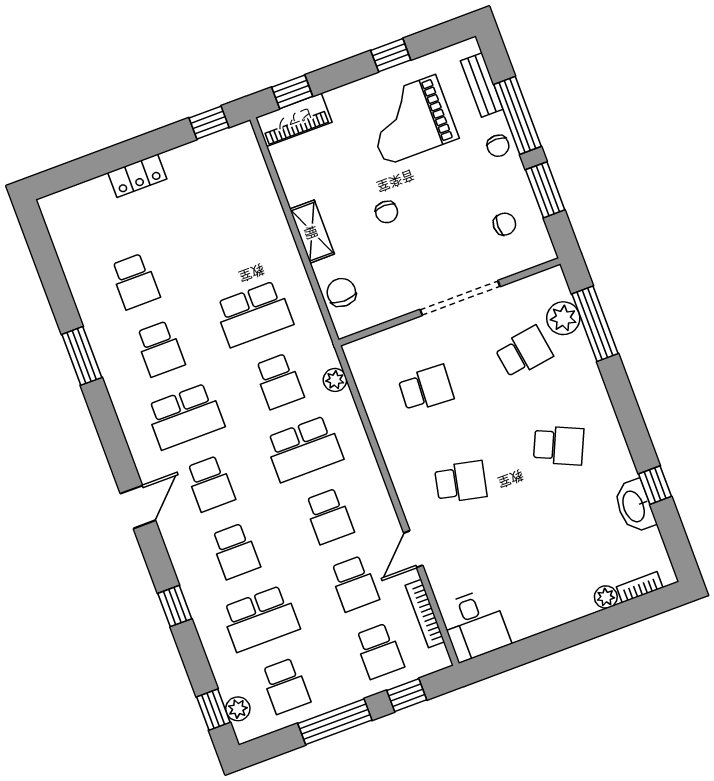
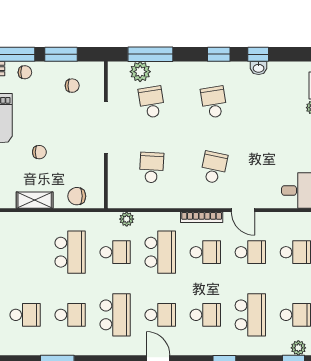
chair: (504, 224) -> (72, 86), turned 90
window: (633, 426) -> (219, 54), added
school desk: (559, 445) -> (214, 102), turned -33
washbasin: (634, 506) -> (259, 68), width x0.52, depth x0.69
bookcase: (425, 614) -> (202, 217), moved

